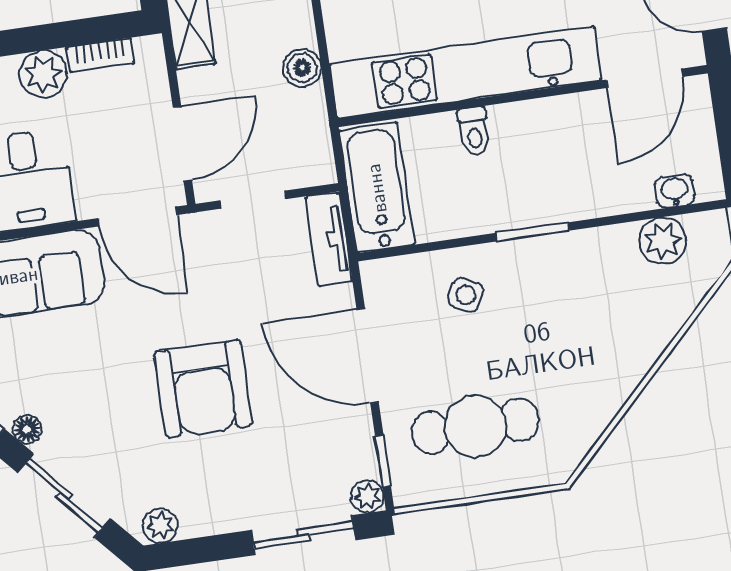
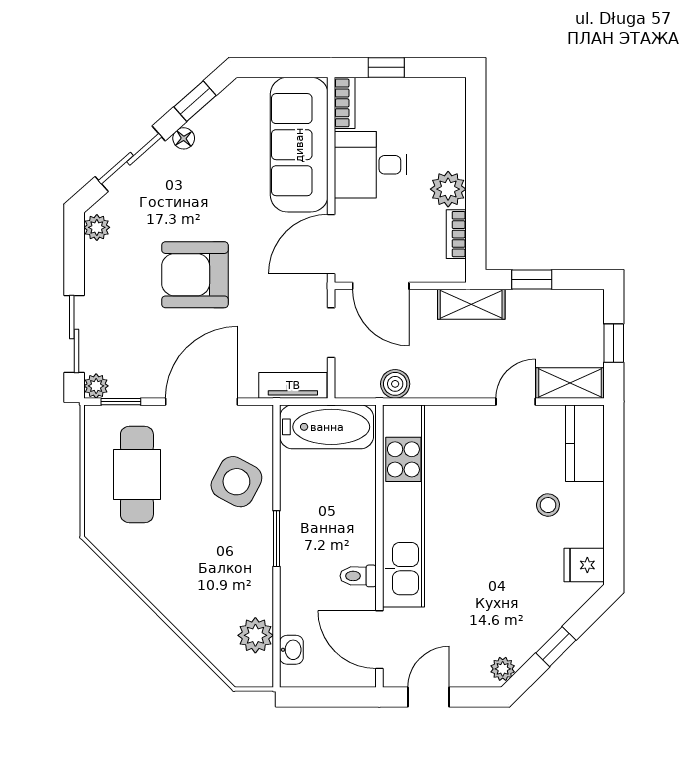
boiler: (302, 68) -> (395, 384), moved
toilet: (474, 131) -> (358, 576), moved
side table: (466, 295) -> (236, 482), width x1.87, depth x1.87

